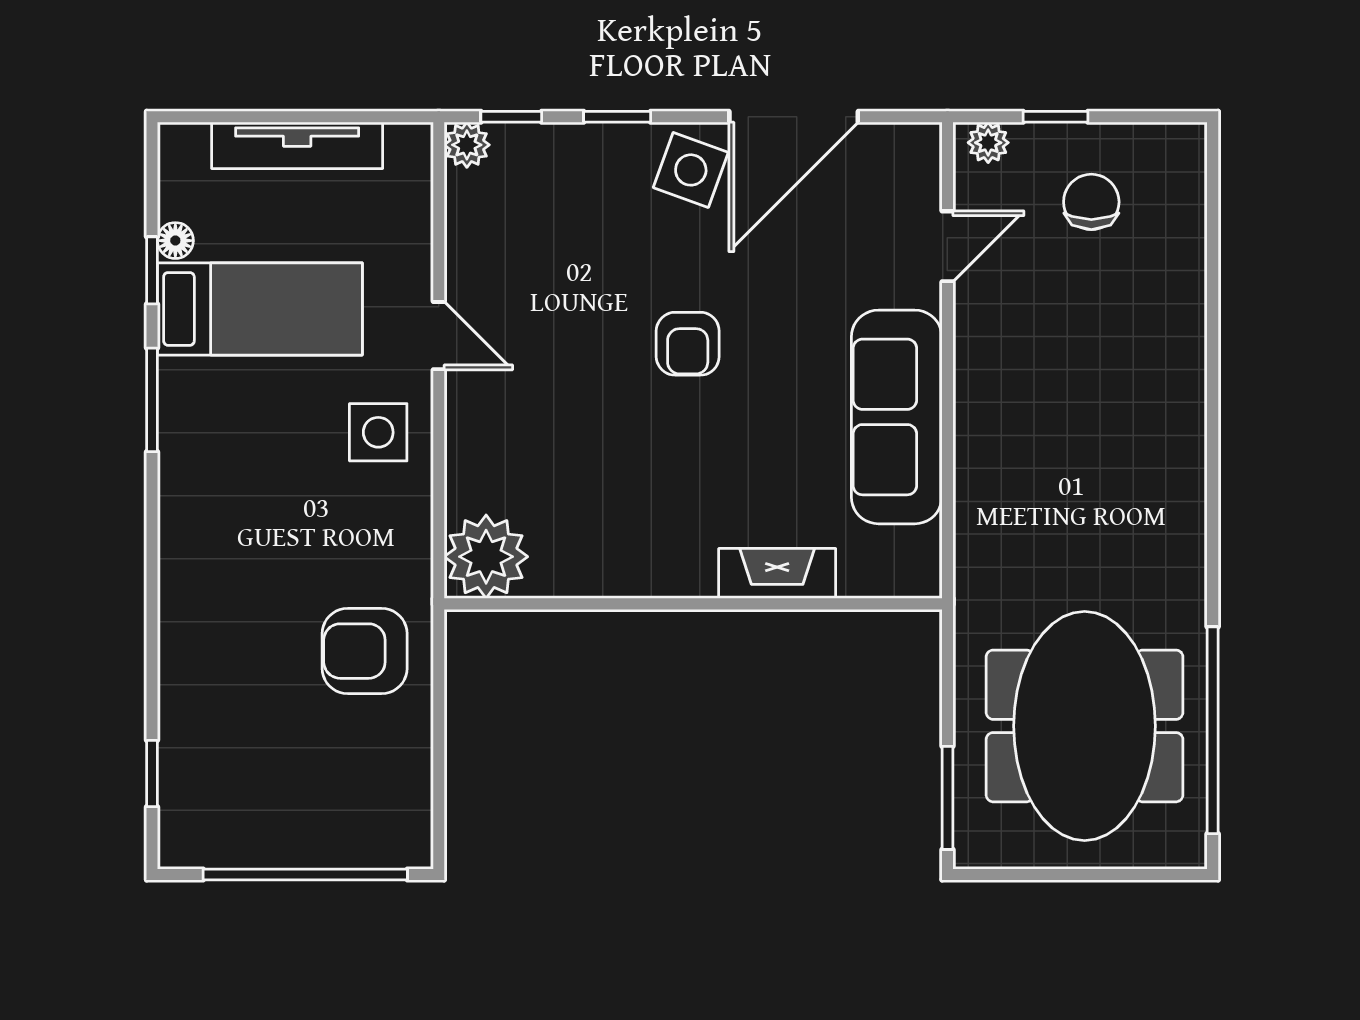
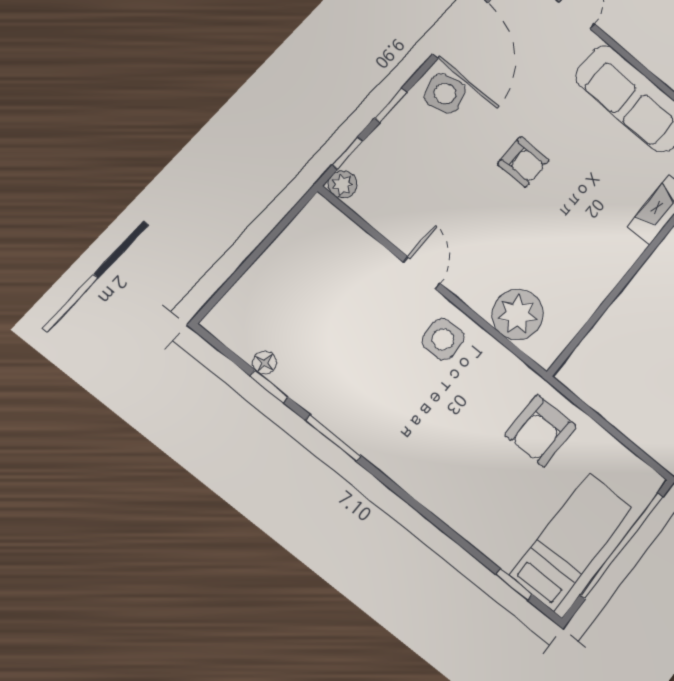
tv unit: (297, 145) -> (271, 265), removed
side table: (691, 170) -> (445, 93), turned -36
bed: (260, 309) -> (571, 541), moved
door: (439, 336) -> (422, 273), hinge flipped
plant: (486, 557) -> (518, 315), moved

